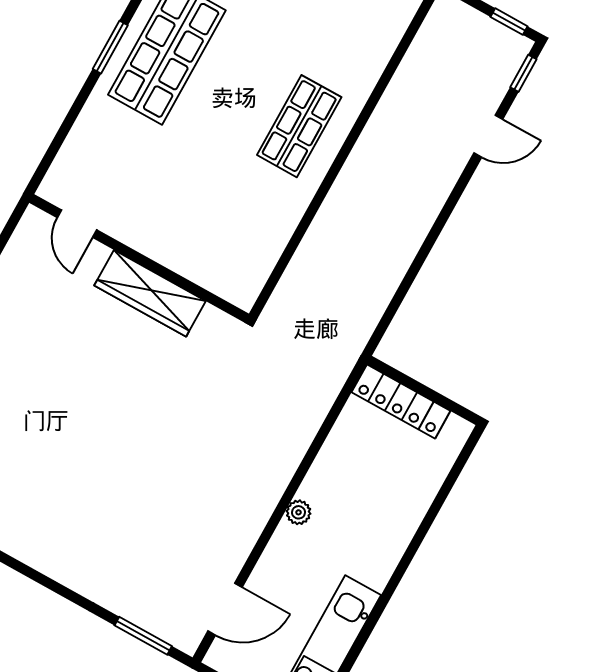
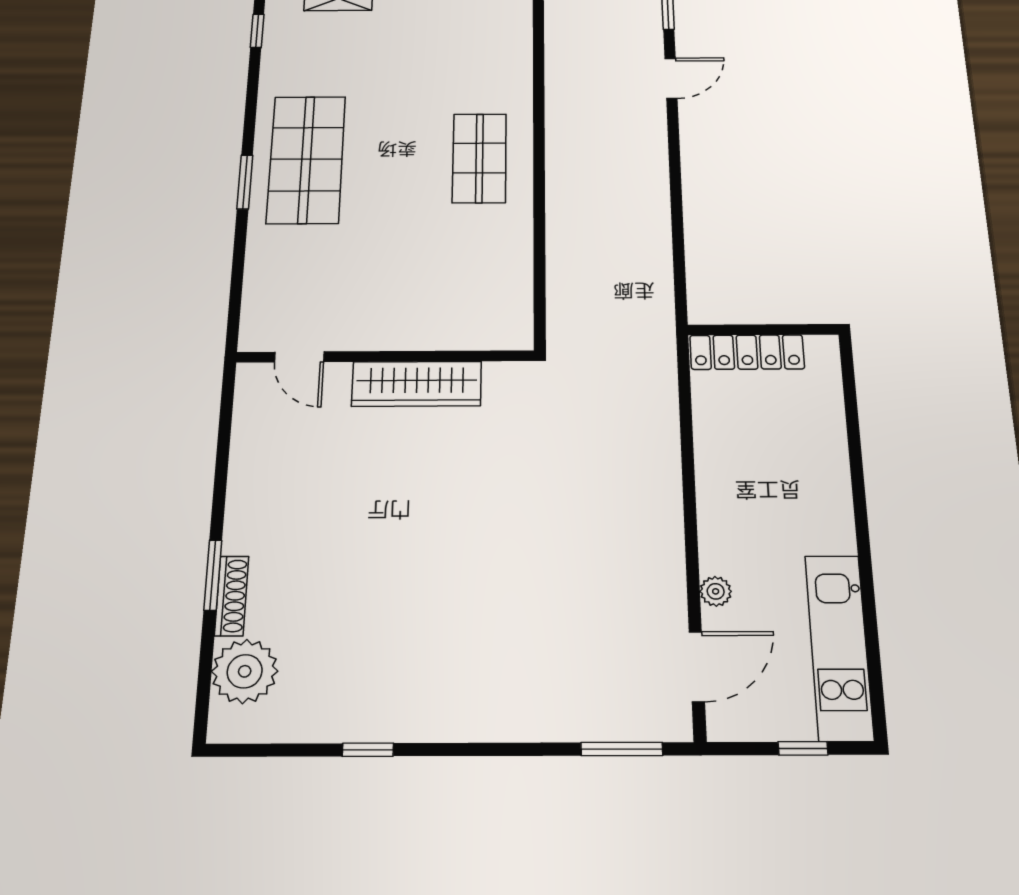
plant: (299, 512) -> (716, 591), moved

